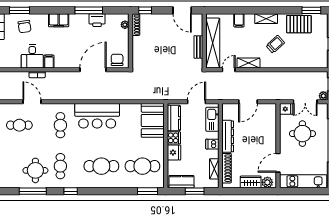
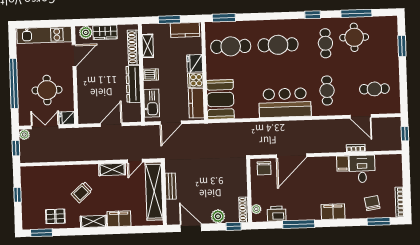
printer: (97, 20) -> (277, 214), moved
plant: (158, 20) -> (218, 216), added
filing cabinet: (239, 20) -> (119, 219), width x2.00
pallet: (299, 24) -> (55, 216), width x0.67, depth x0.71

